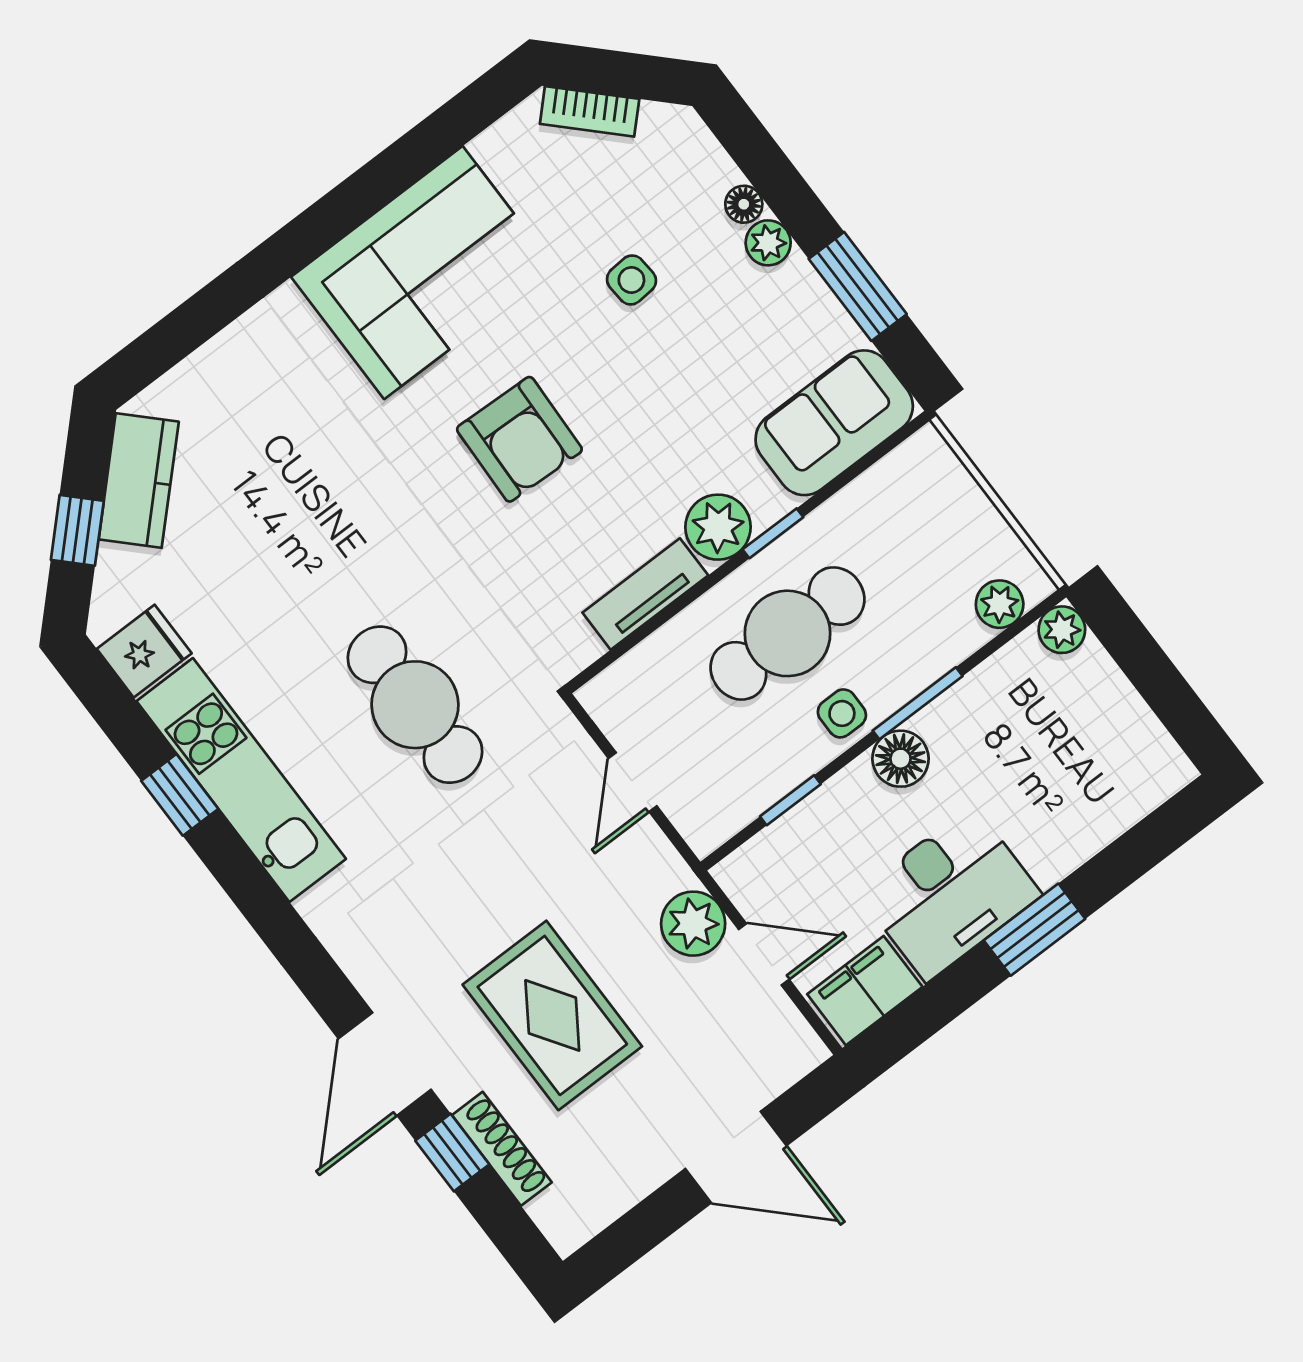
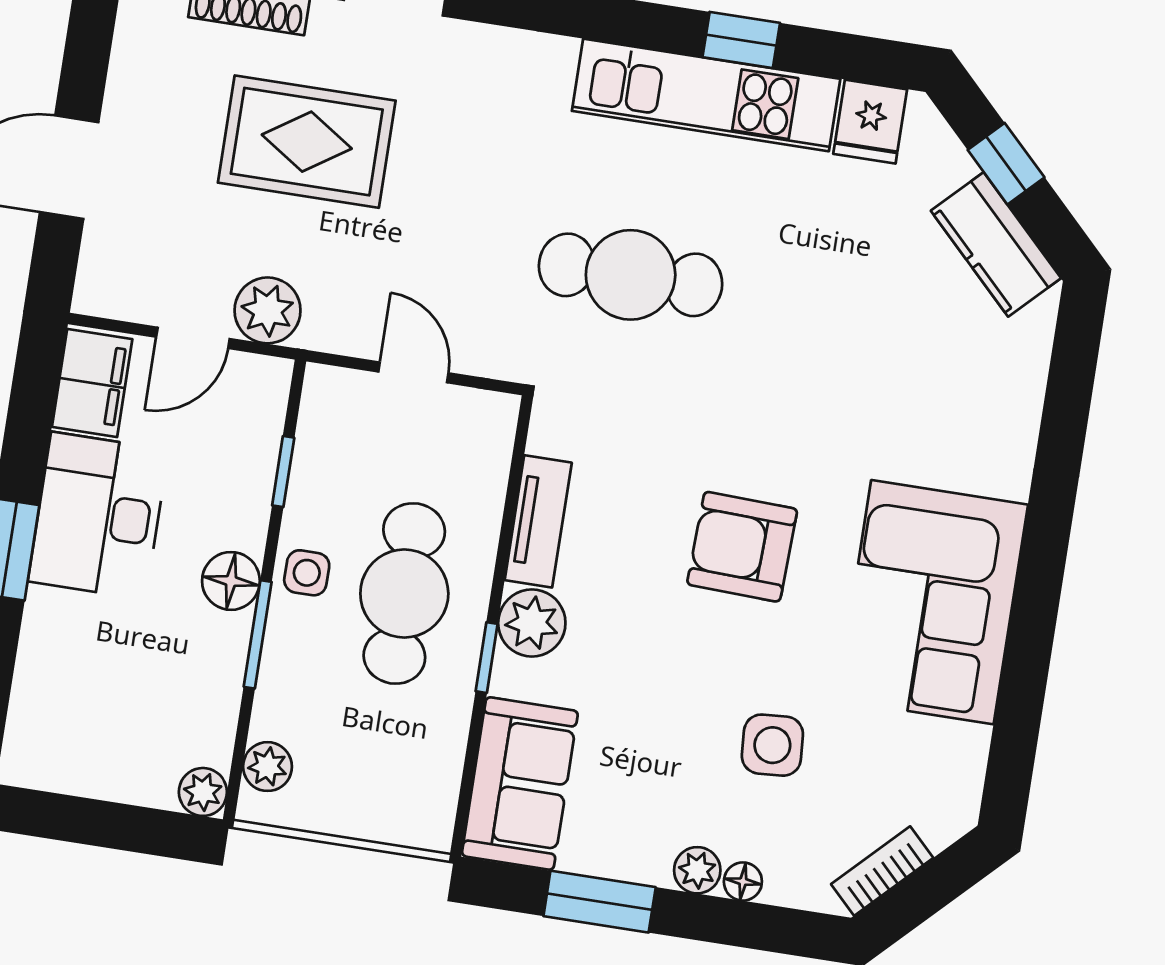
bookcase: (590, 111) -> (882, 871), moved
side table: (631, 280) -> (772, 745), width x1.37, depth x1.37

